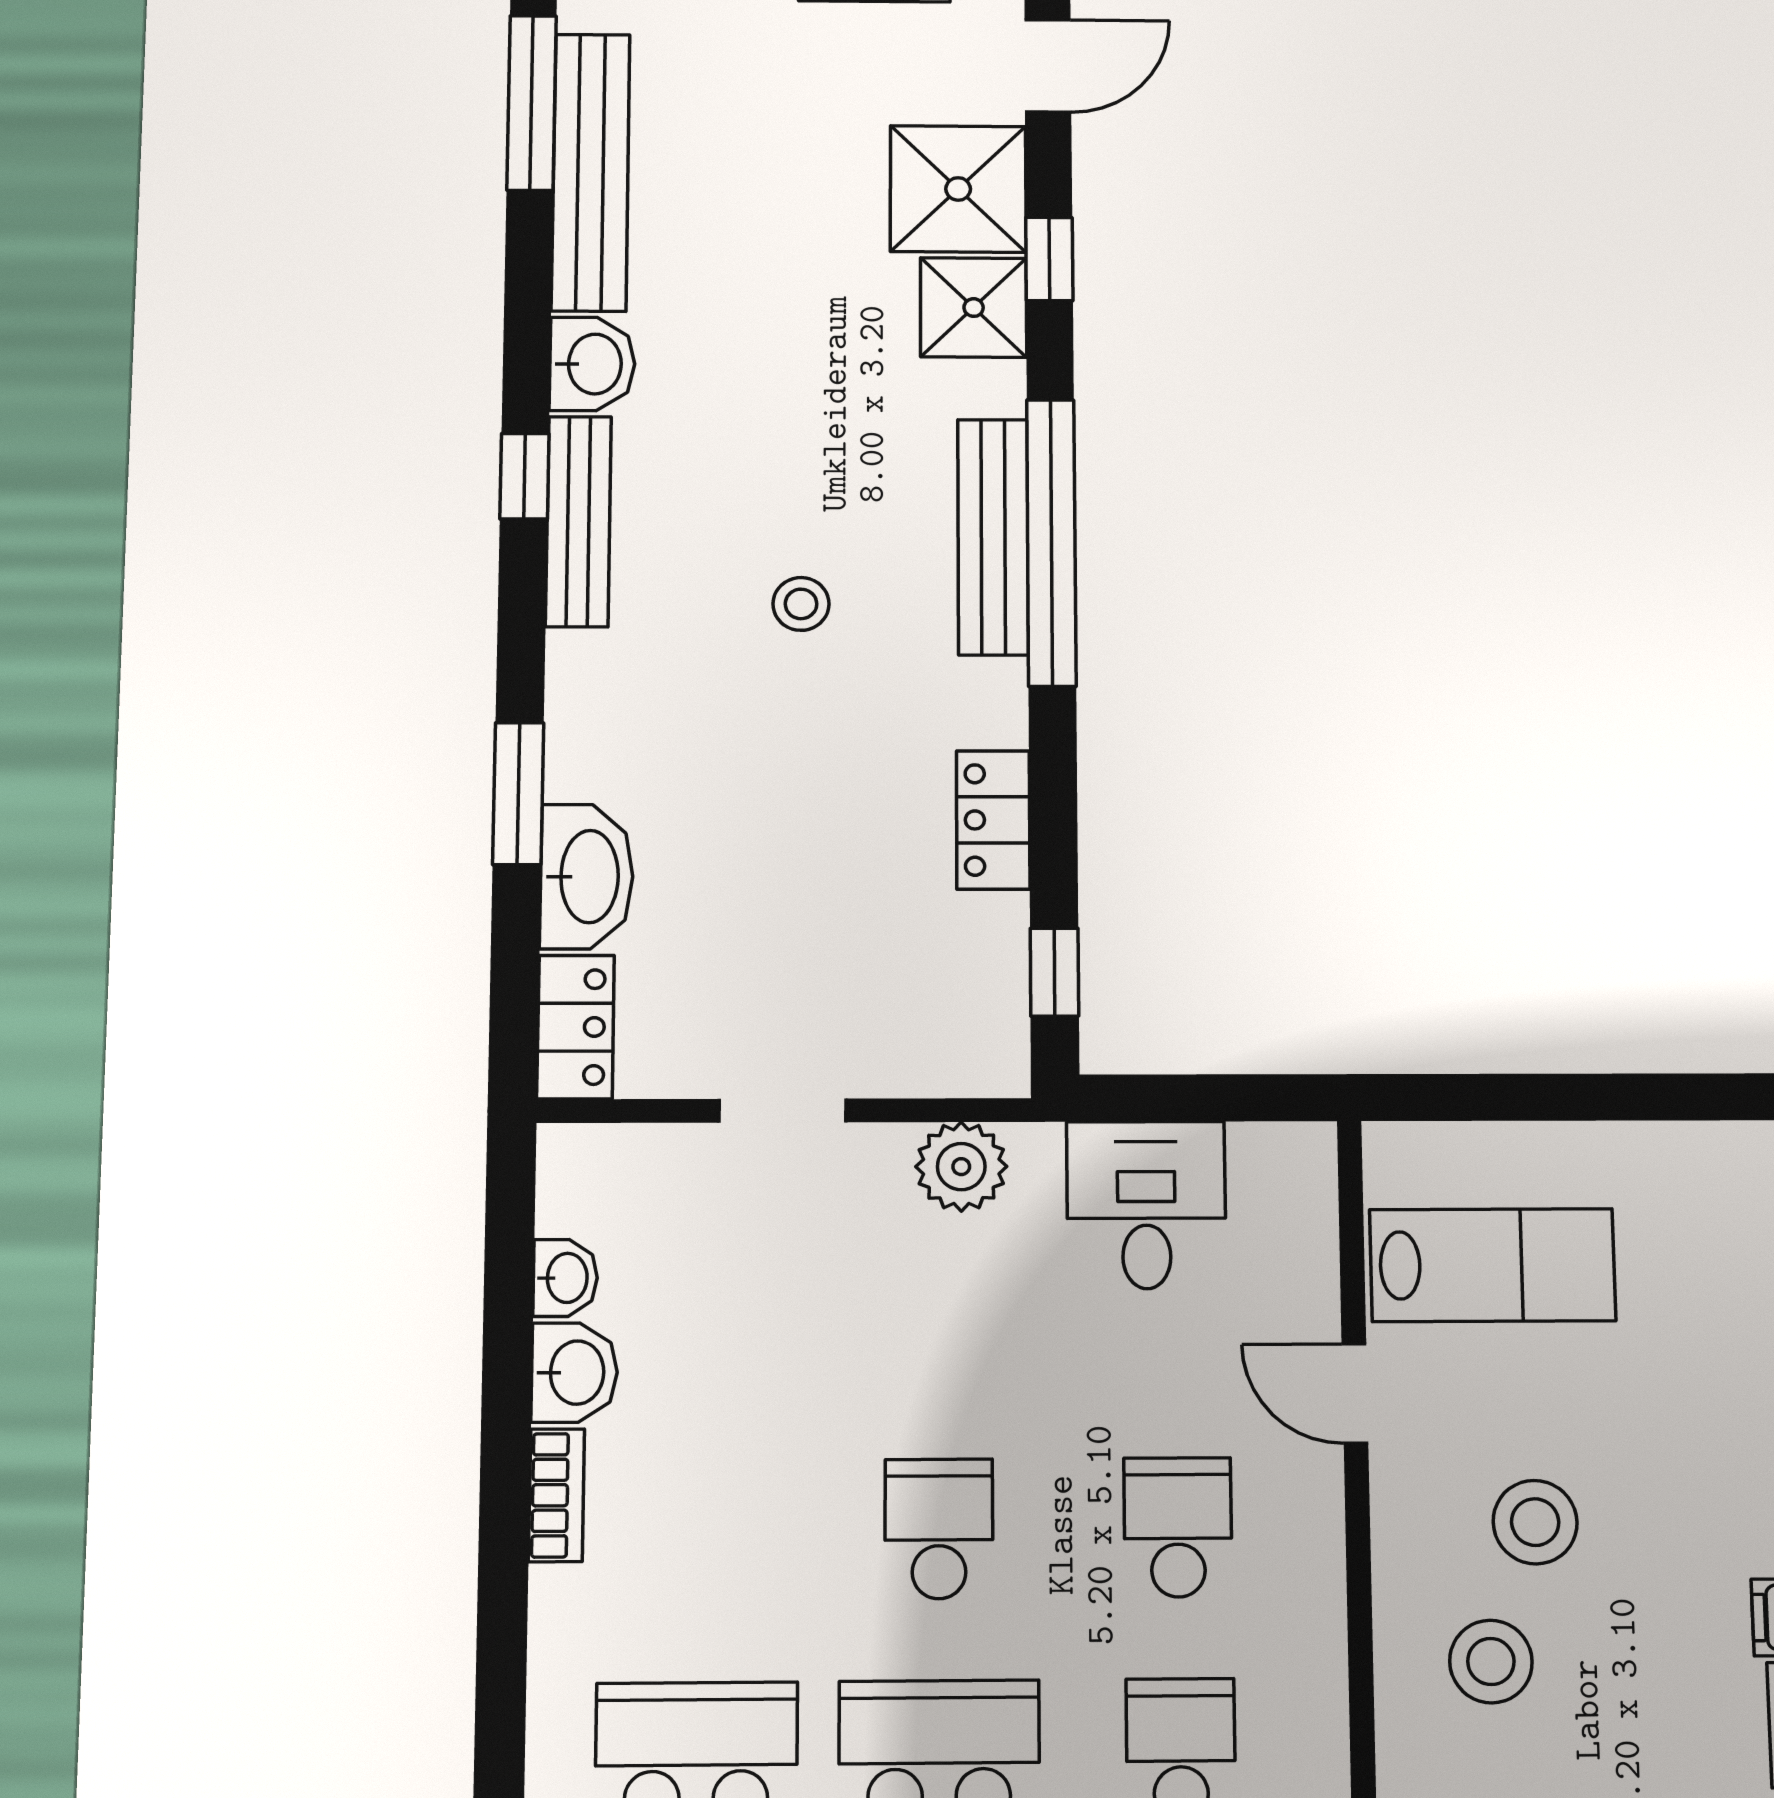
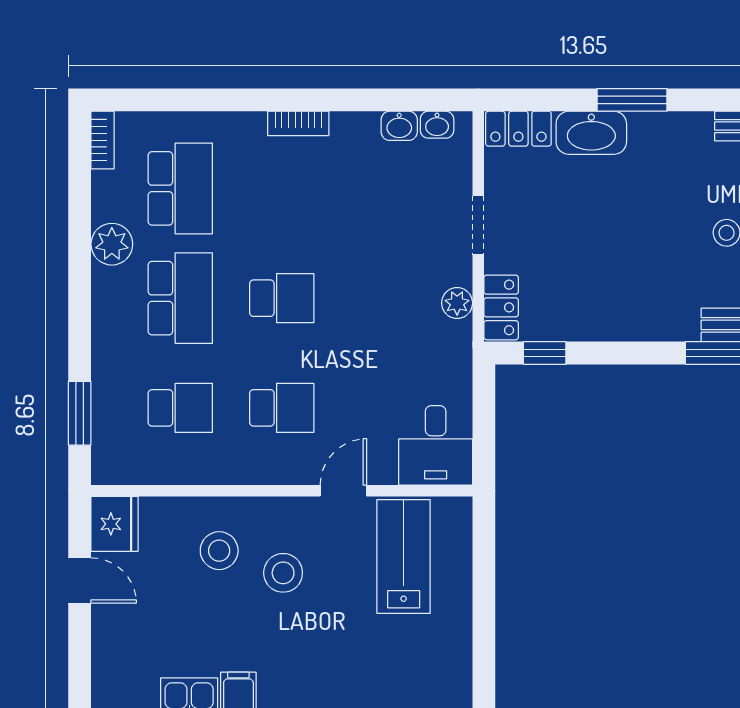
locker: (993, 820) -> (501, 307), moved, turned 90
plant: (961, 1167) -> (457, 303), width x0.73, depth x0.73
desk: (1146, 1205) -> (436, 445), moved, turned 90
lab bench: (1493, 1265) -> (404, 557), turned 180
washbasin: (575, 1373) -> (437, 125), moved, width x0.72, depth x0.69

